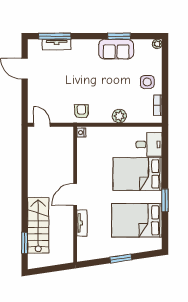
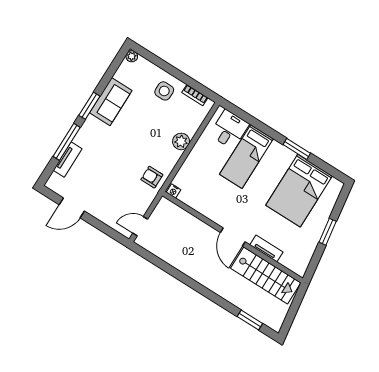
window: (55, 36) -> (67, 142), moved
window: (119, 36) -> (89, 106), moved
bed: (138, 174) -> (246, 157), width x0.67
stairs: (38, 225) -> (266, 275), moved, turned 180

